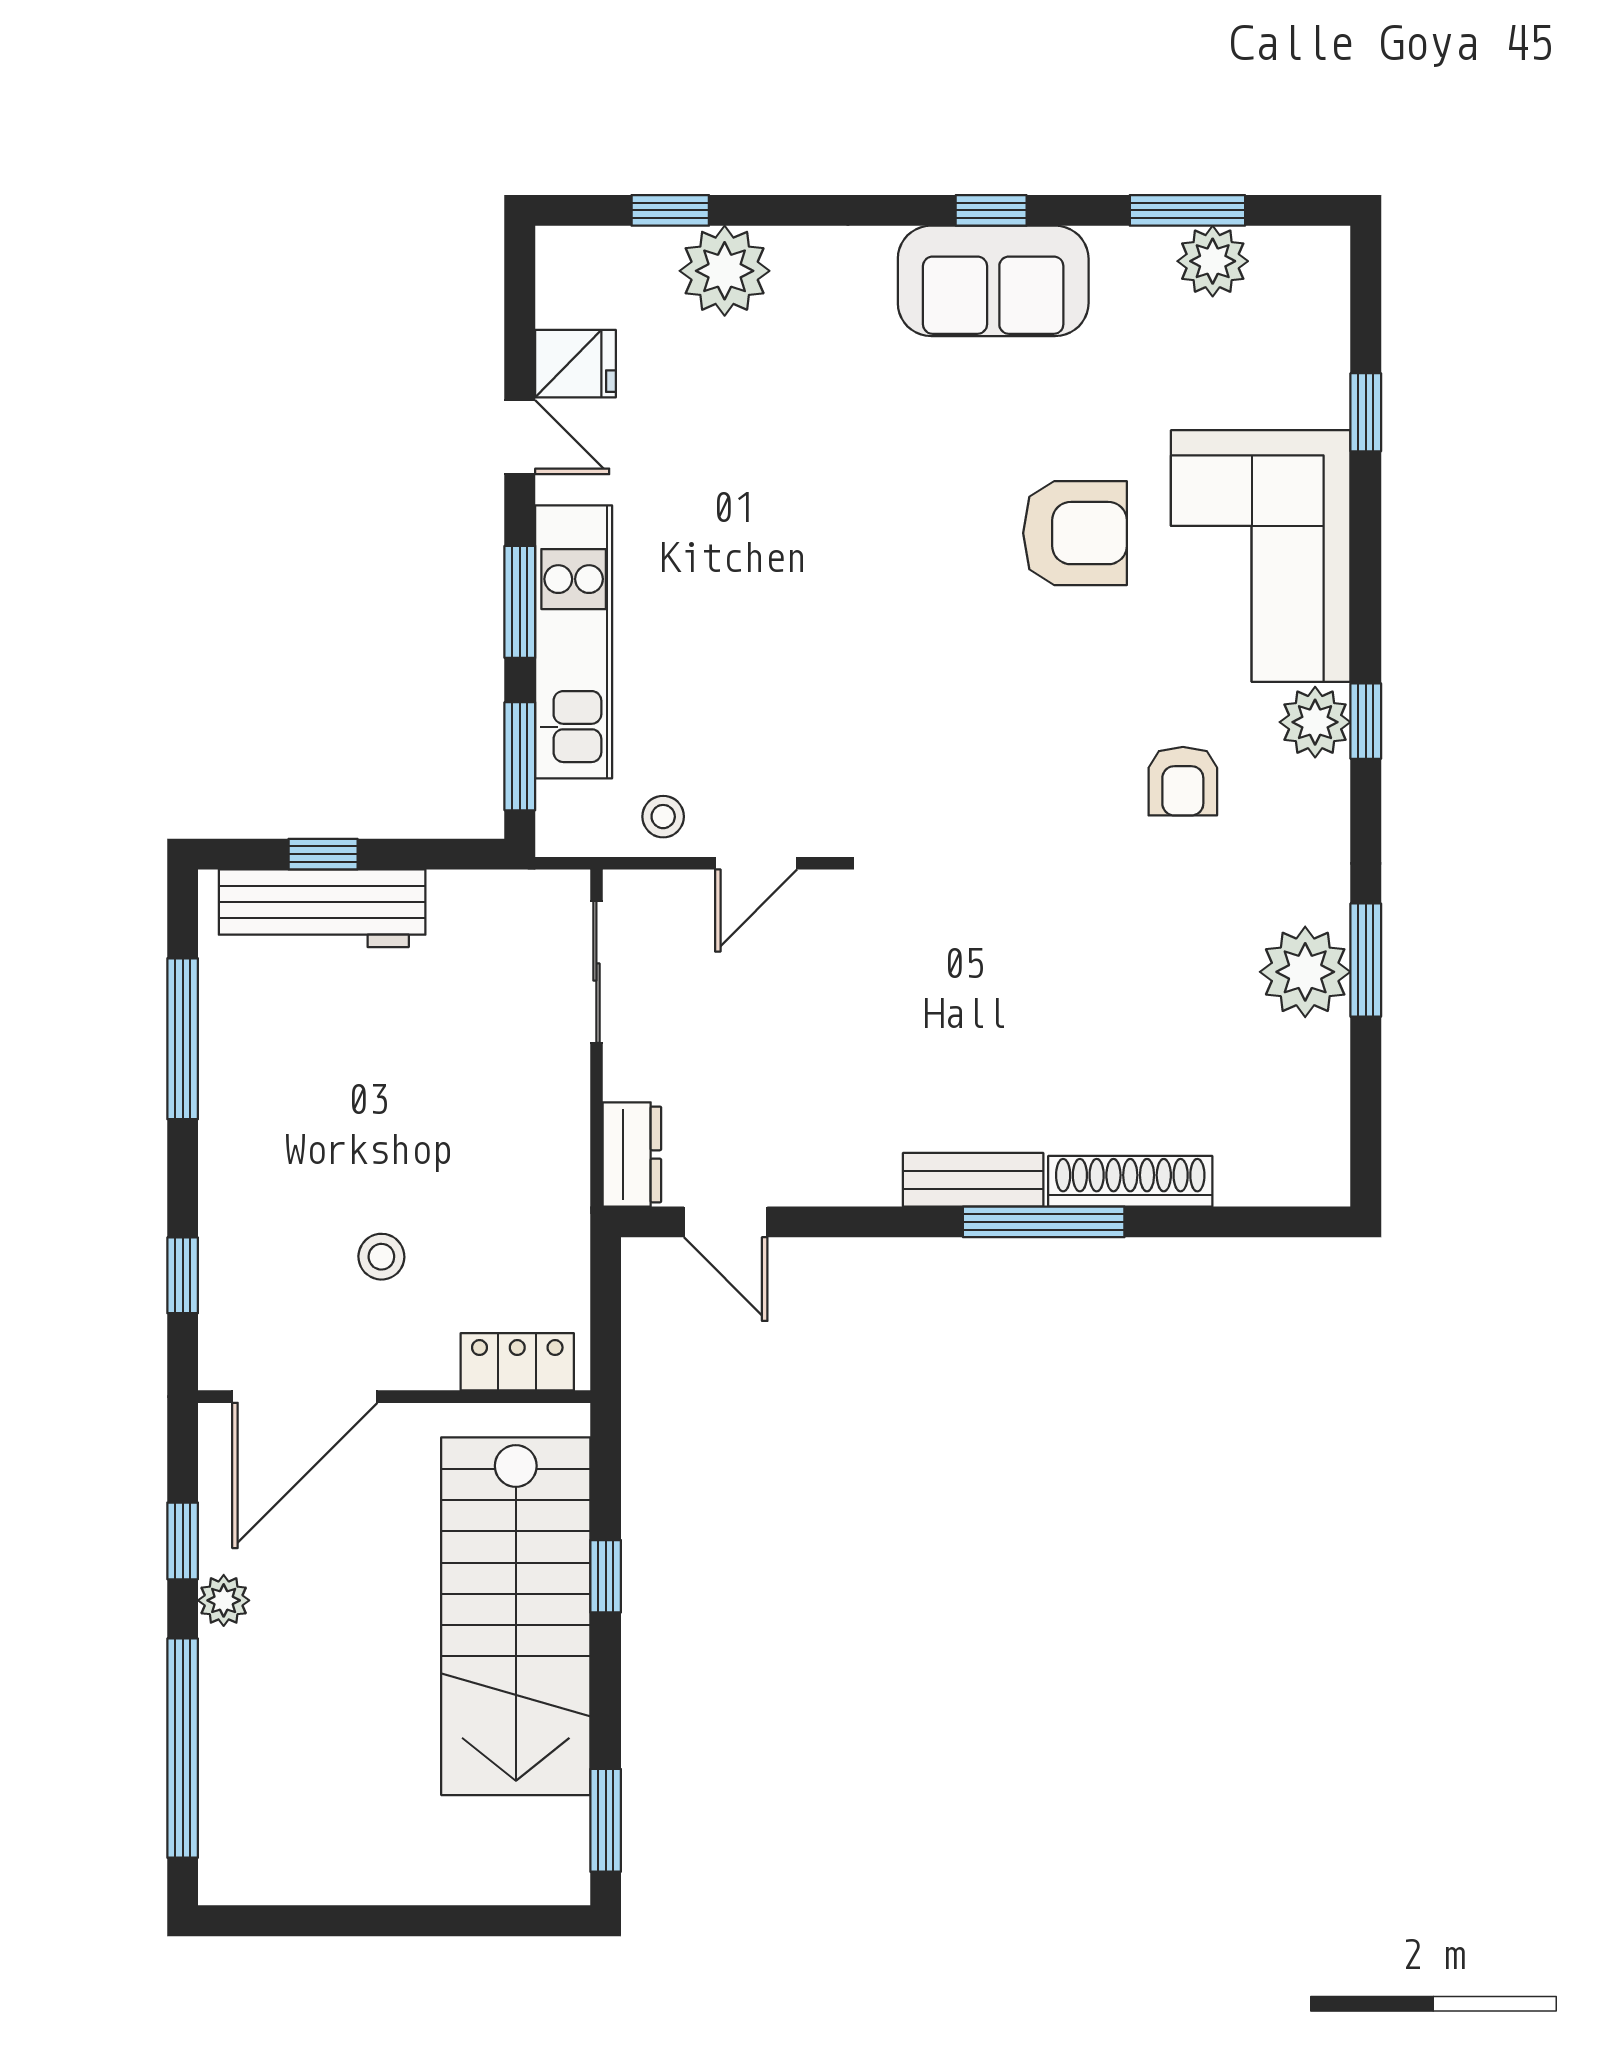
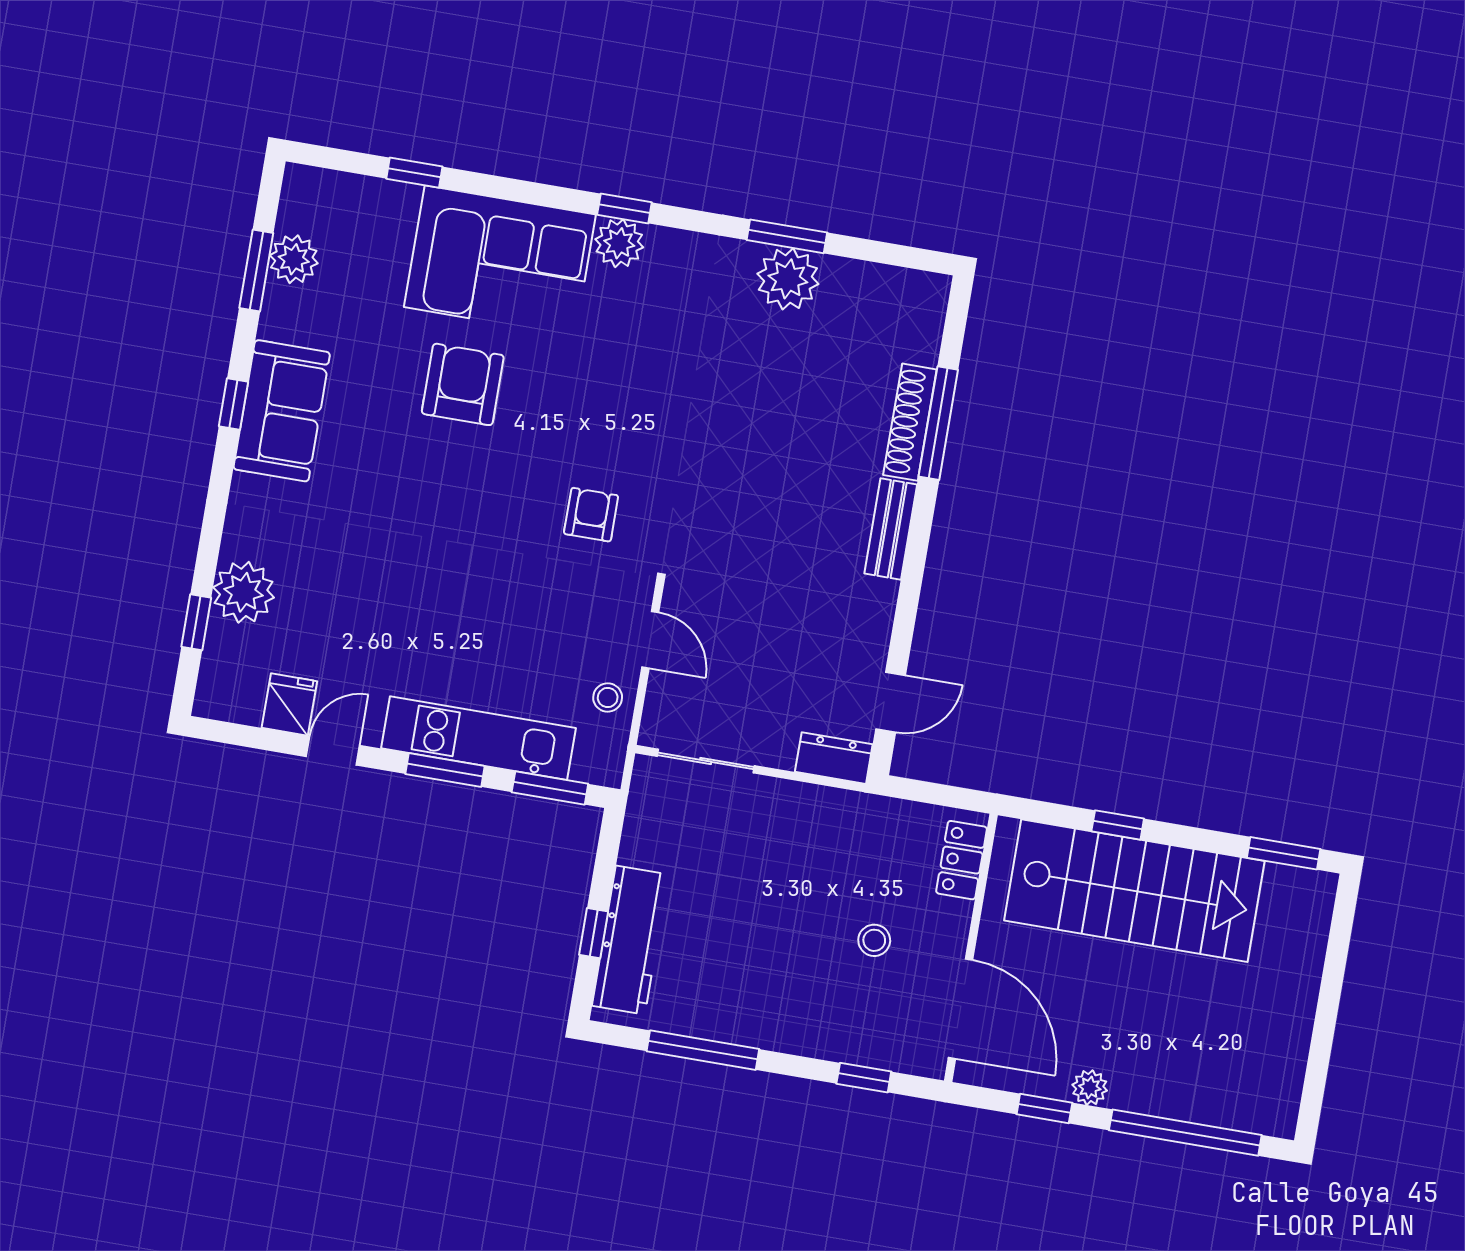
armchair: (1183, 781) -> (591, 515), moved, turned -90
window: (1044, 1222) -> (938, 423), moved

